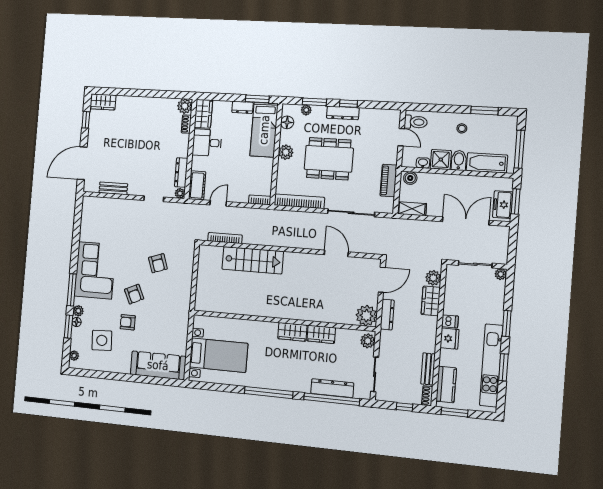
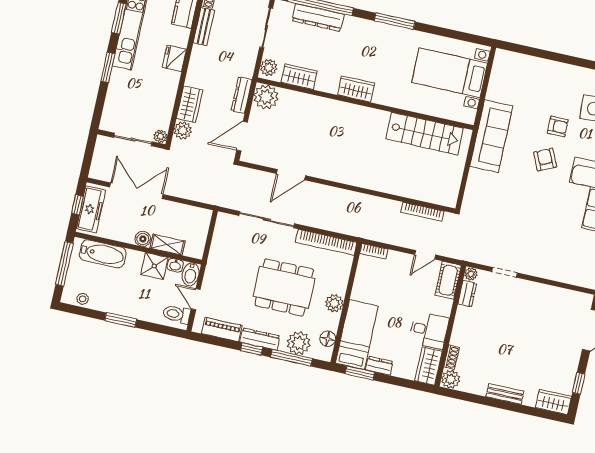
window: (314, 102) -> (292, 358), width x1.44
plant: (306, 110) -> (299, 343), width x1.87, depth x1.87
window: (484, 111) -> (121, 320), moved
stool: (462, 128) -> (83, 299), moved
bidet: (459, 160) -> (191, 274), moved
dresser: (181, 173) -> (467, 294), width x0.70
boiler: (410, 178) -> (143, 239), moved
piano: (389, 181) -> (222, 329), moved, turned -90
bench: (113, 188) -> (505, 394), moved
window: (516, 201) -> (77, 205), width x0.67
freezer: (503, 205) -> (91, 209), width x1.40
shelving: (412, 209) -> (167, 245), moved
double door: (466, 221) -> (136, 191), swing flipped
door: (336, 253) -> (291, 175), hinge flipped
stairs: (253, 260) -> (425, 134), moved, turned 180
armchair: (158, 263) -> (510, 193), removed
plant: (501, 274) -> (160, 136), moved
dishwasher: (450, 321) -> (171, 78), removed
wardrobe: (321, 334) -> (299, 77), moved
sofa: (158, 365) -> (491, 136), moved, turned -90
window: (269, 392) -> (395, 21), width x0.68

